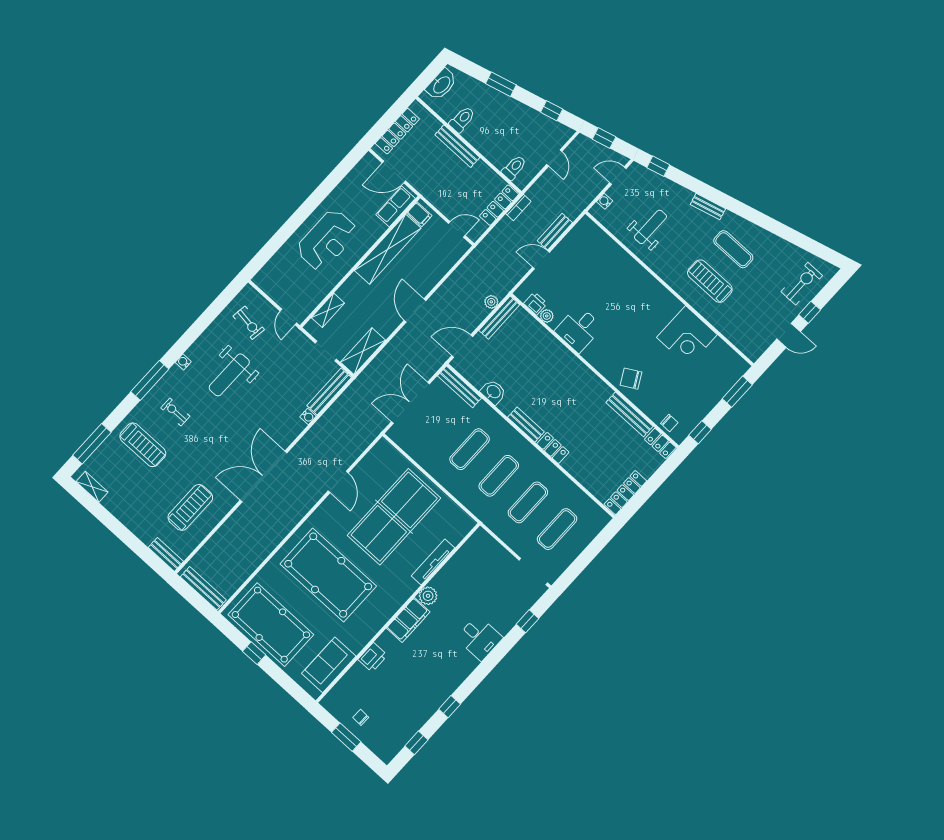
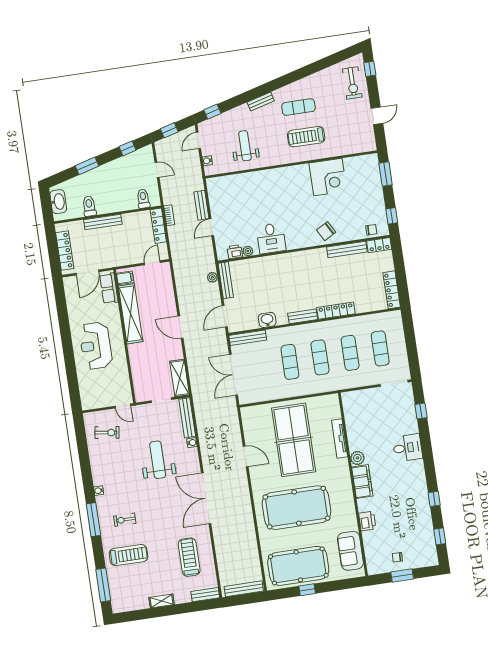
reception desk: (327, 240) -> (96, 346), turned 180
exercise bike: (802, 284) -> (352, 83), turned 180
shelving: (328, 310) -> (138, 379), removed
window: (810, 312) -> (370, 69), moved
weight bench: (229, 375) -> (158, 460), moved, turned 180
locker: (553, 448) -> (336, 311), width x1.53
shelving: (92, 487) -> (162, 601), moved

